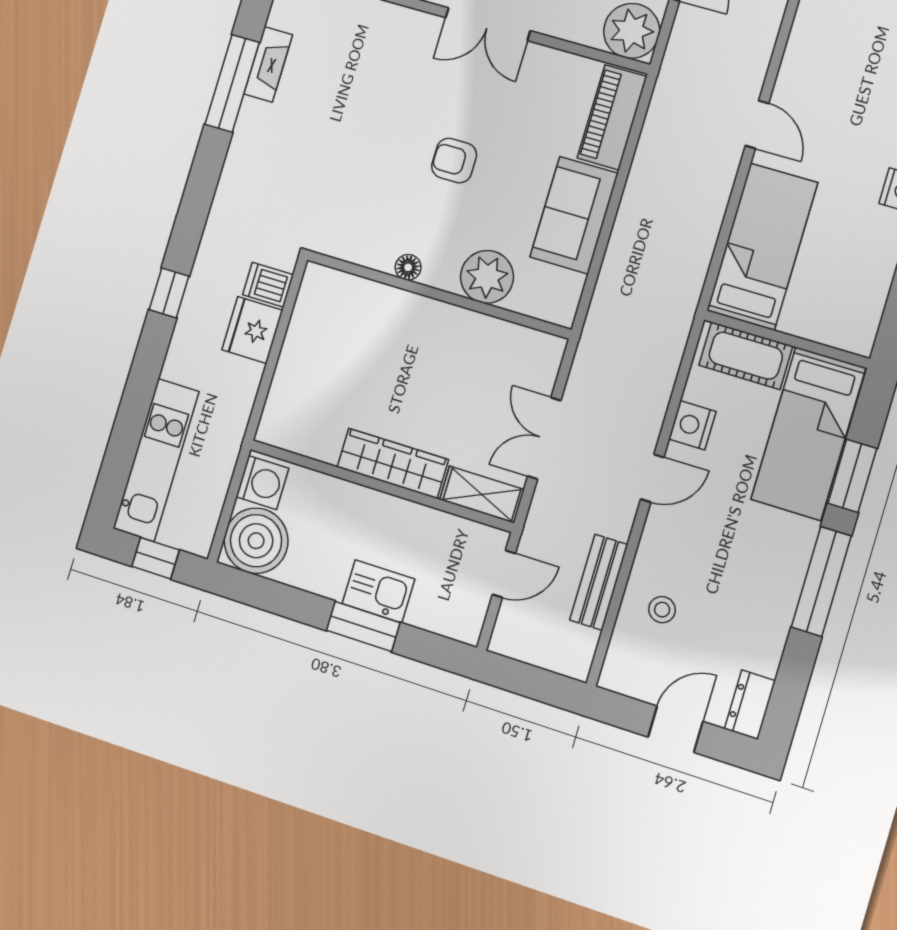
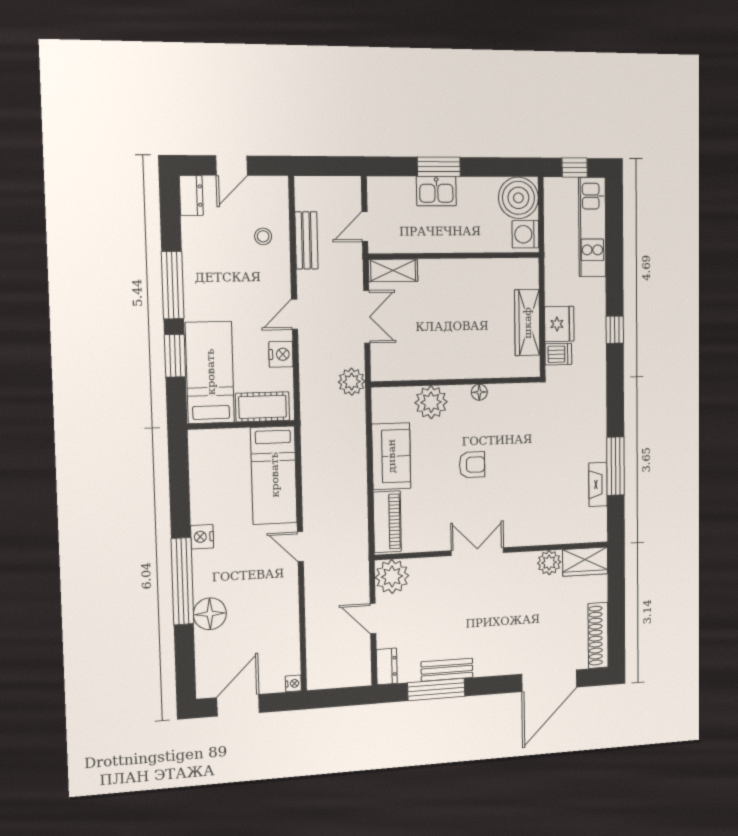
plant: (598, 348) -> (352, 382), added
wardrobe: (393, 463) -> (527, 323), moved, turned 90

